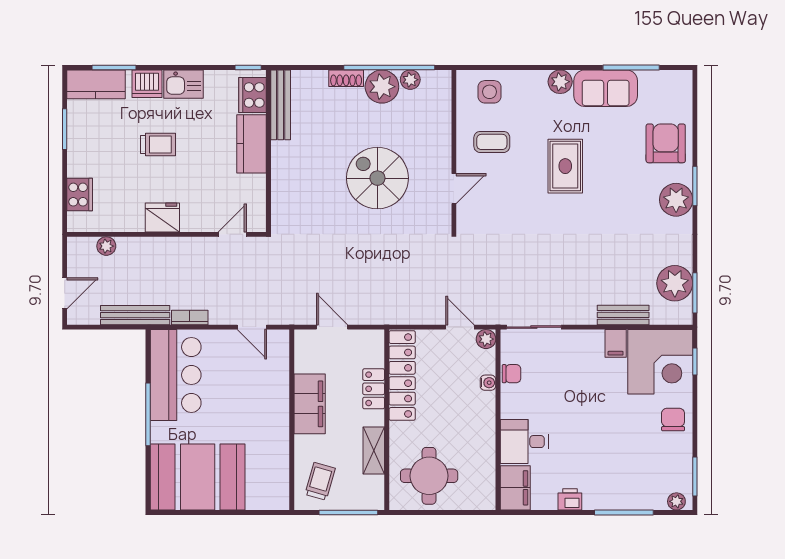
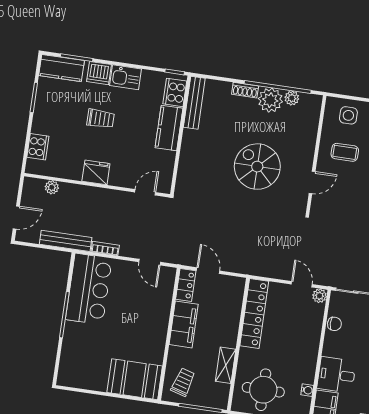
water cooler: (488, 383) -> (307, 390), moved
locker: (374, 389) -> (186, 285), moved, turned 180
booth: (198, 477) -> (135, 379), moved, width x0.73, depth x0.70

